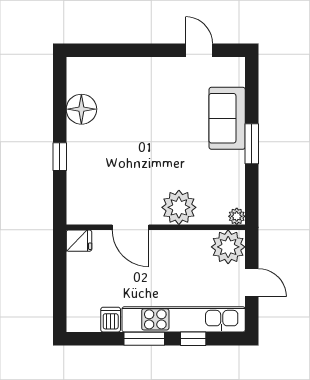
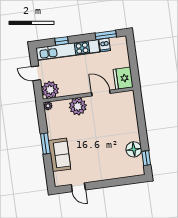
window: (60, 157) -> (146, 158), moved
fridge: (79, 241) -> (123, 78), width x1.88, depth x1.34
window: (144, 339) -> (106, 35), moved

